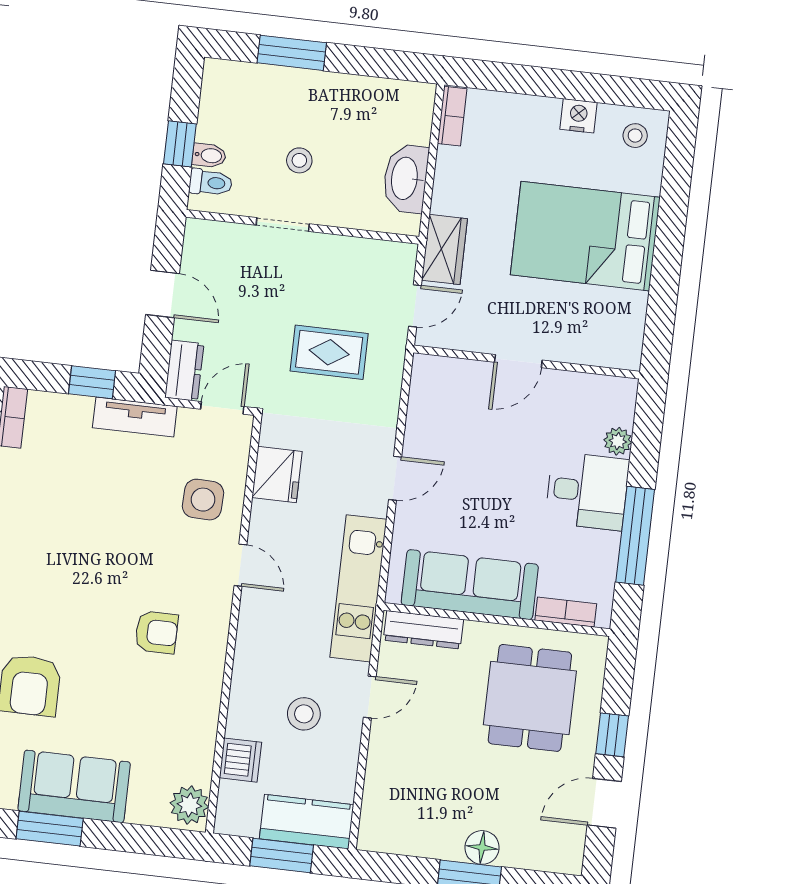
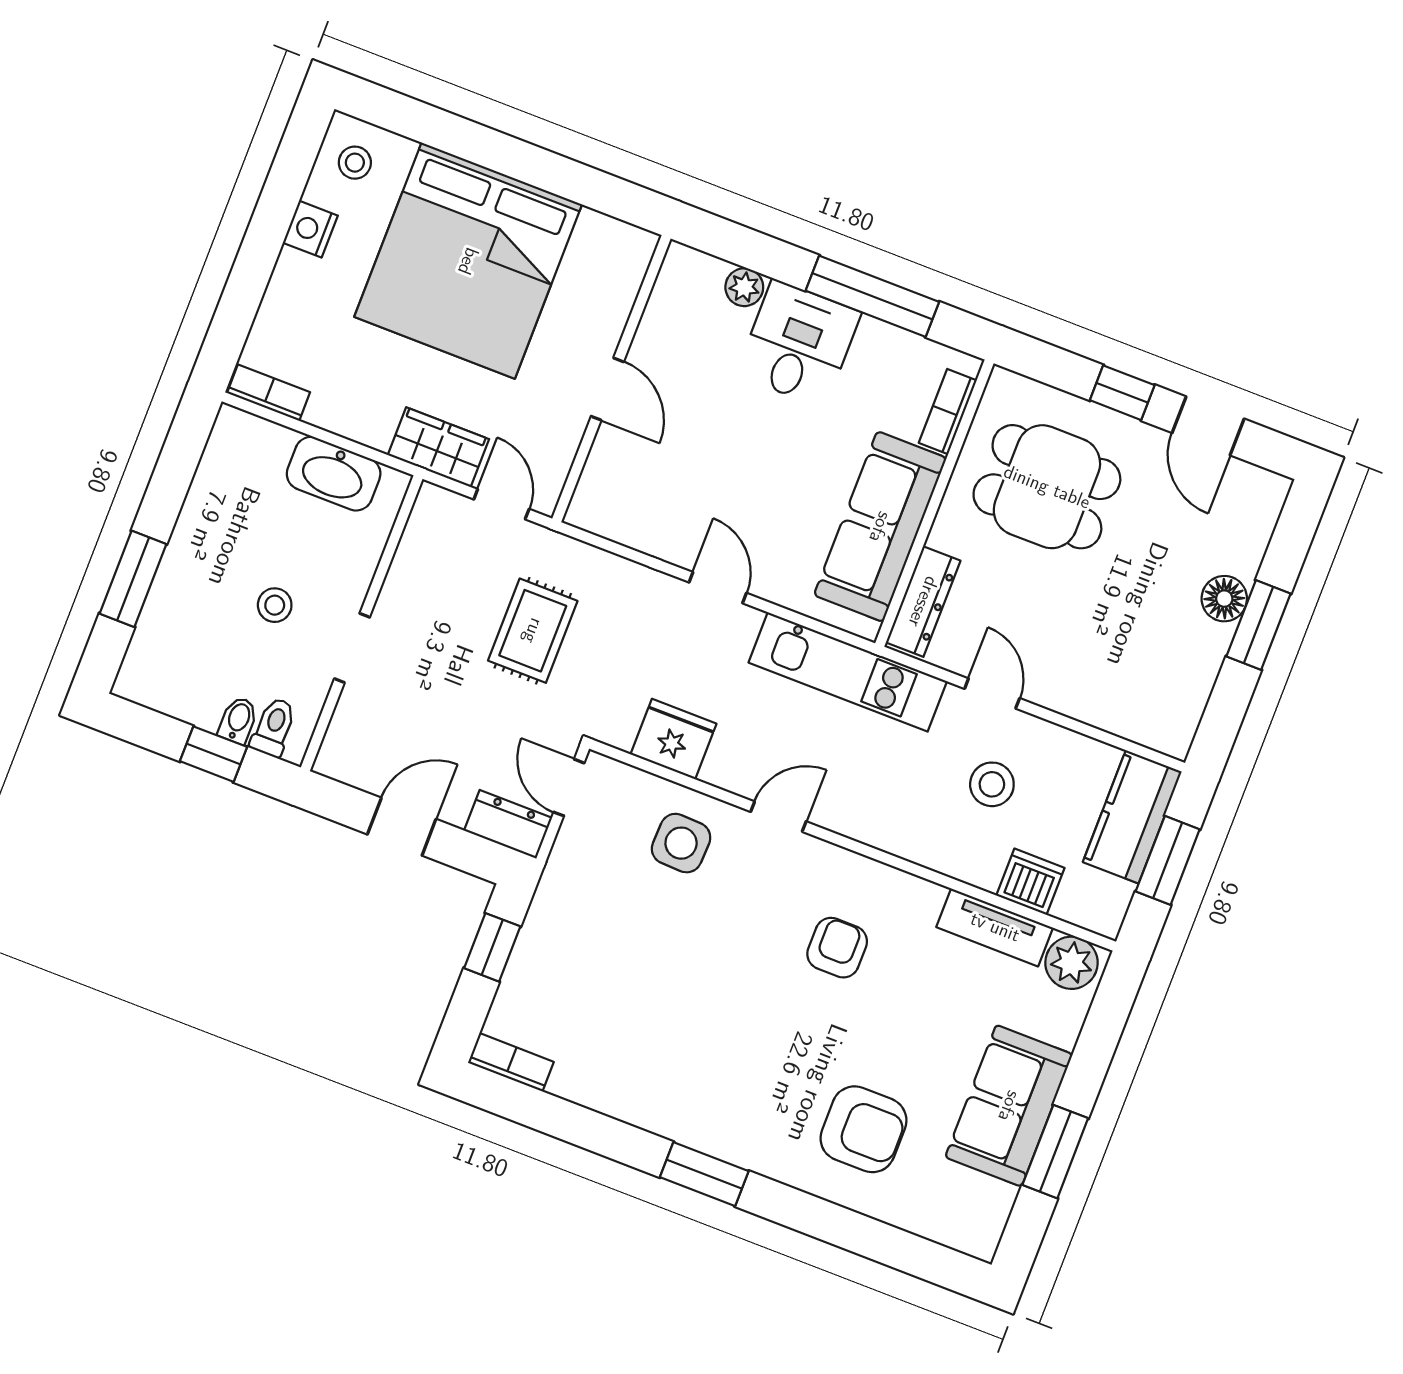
bed: (585, 236) -> (468, 261), width x1.36
tv unit: (135, 417) -> (995, 927), moved, turned 90

